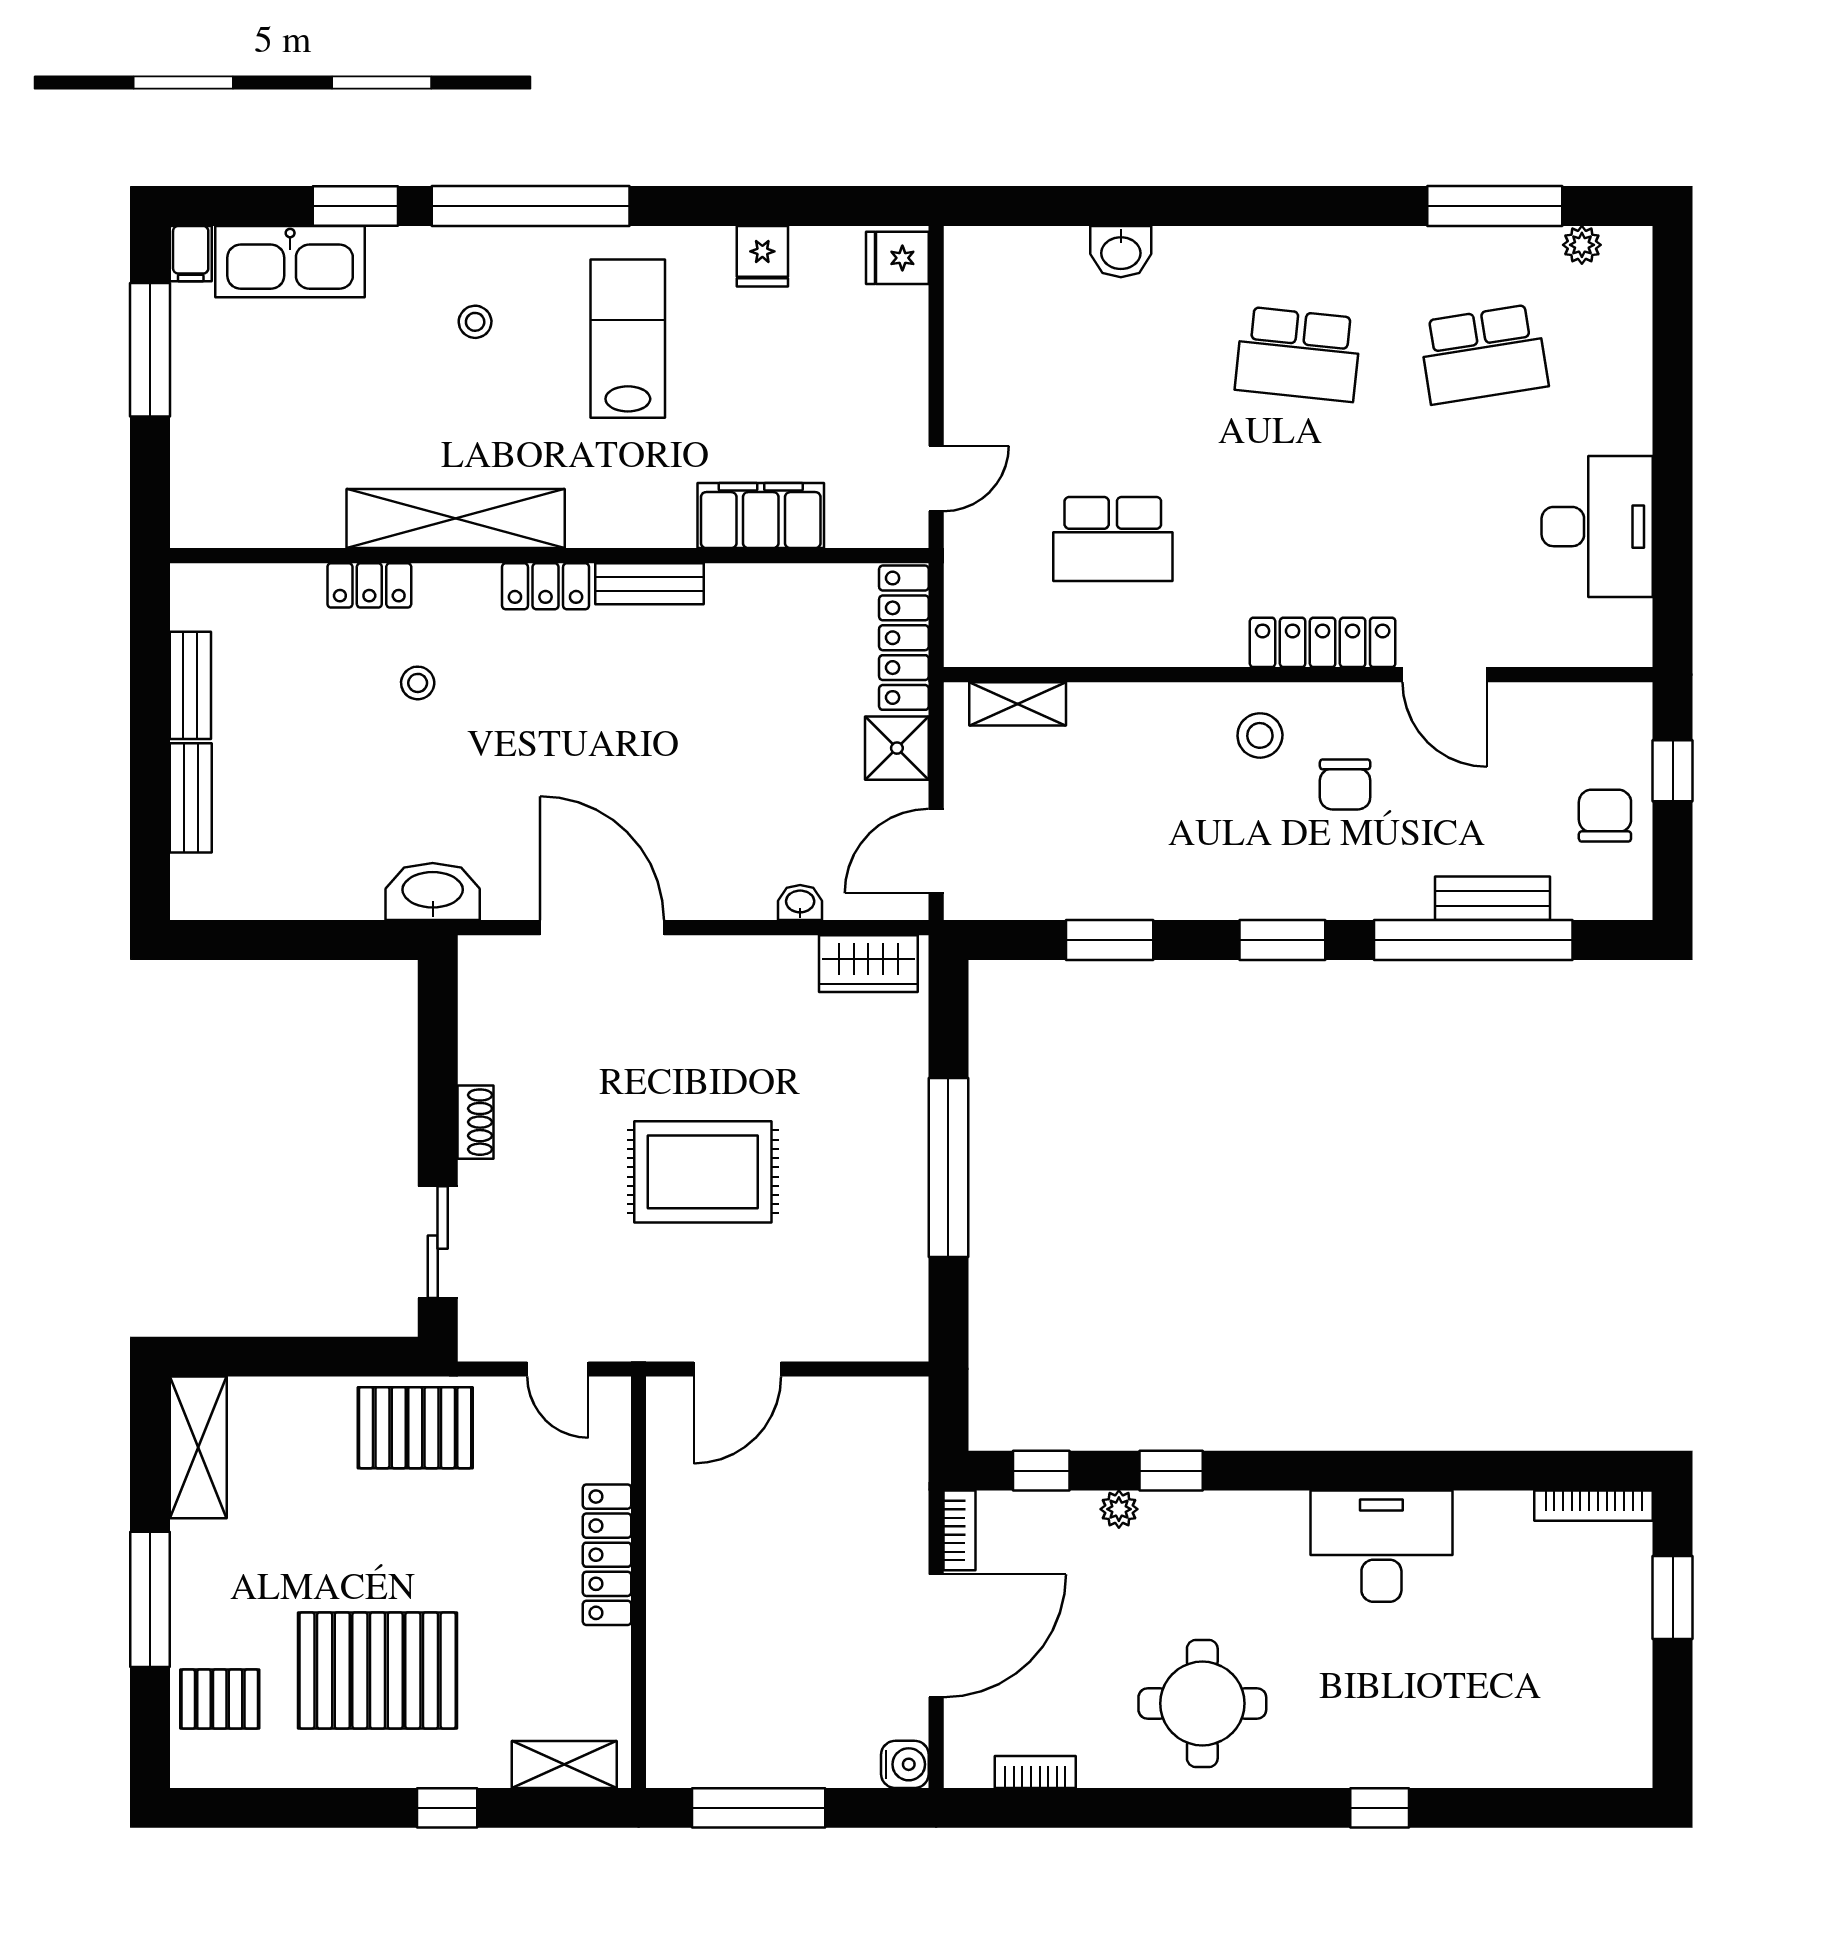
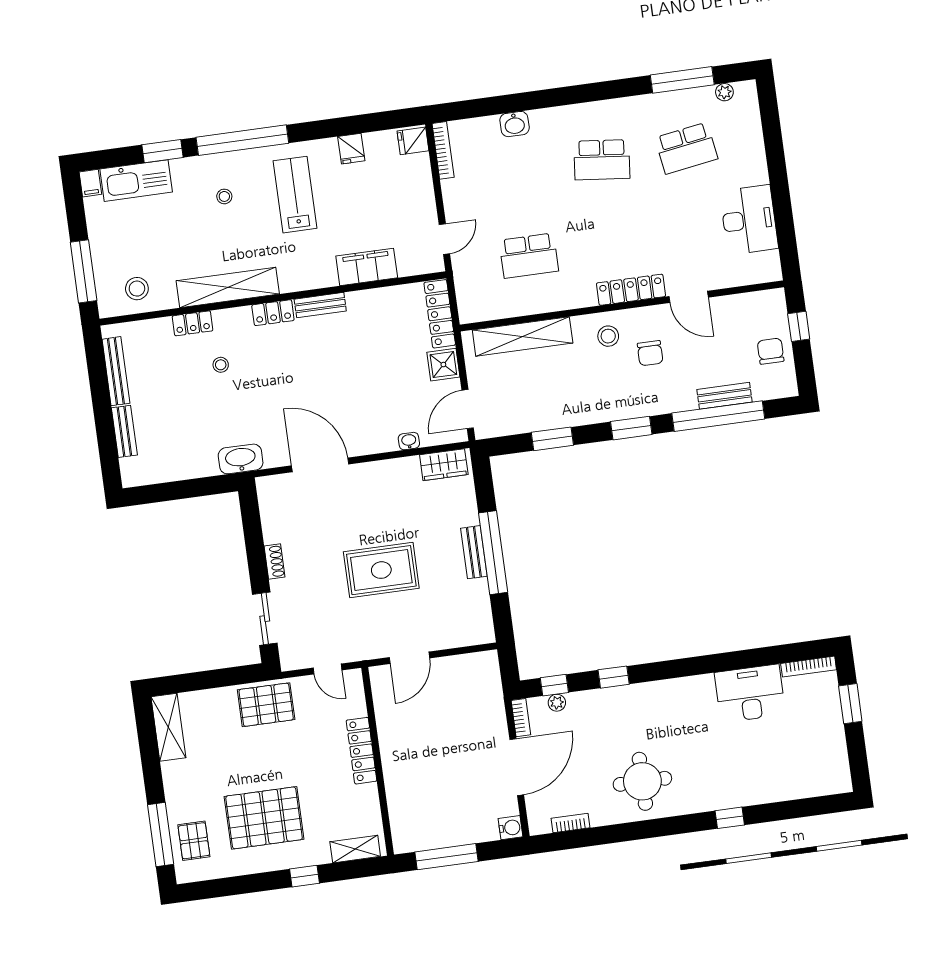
bookcase: (959, 287) -> (443, 150), added
window: (150, 350) -> (84, 271), moved
stool: (260, 494) -> (137, 289), added
bench: (190, 685) -> (116, 371), width x1.36
shelving: (1018, 704) -> (523, 336), width x2.20, depth x1.33
bench: (907, 1161) -> (474, 552), added
plant: (1119, 1509) -> (557, 703), moved
desk: (1381, 1546) -> (750, 693), moved
window: (150, 1599) -> (161, 834), moved
pallet: (220, 1699) -> (194, 841), turned 90

